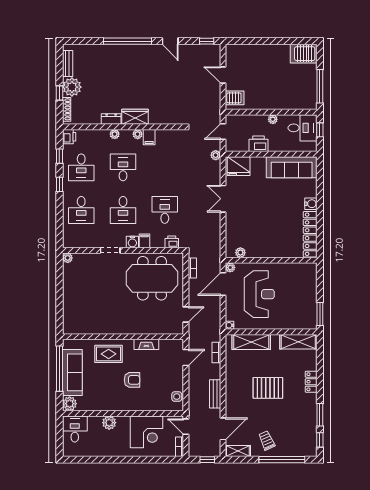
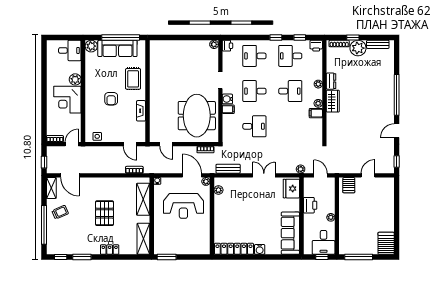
printer: (172, 242) -> (227, 46), moved
bench: (215, 394) -> (228, 169), moved
corner desk: (146, 432) -> (67, 100), moved

